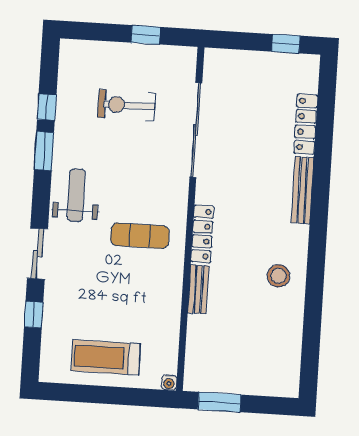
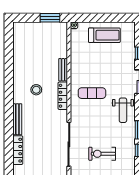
exercise bike: (127, 105) -> (102, 154), turned 180
stool: (278, 276) -> (36, 90), moved

